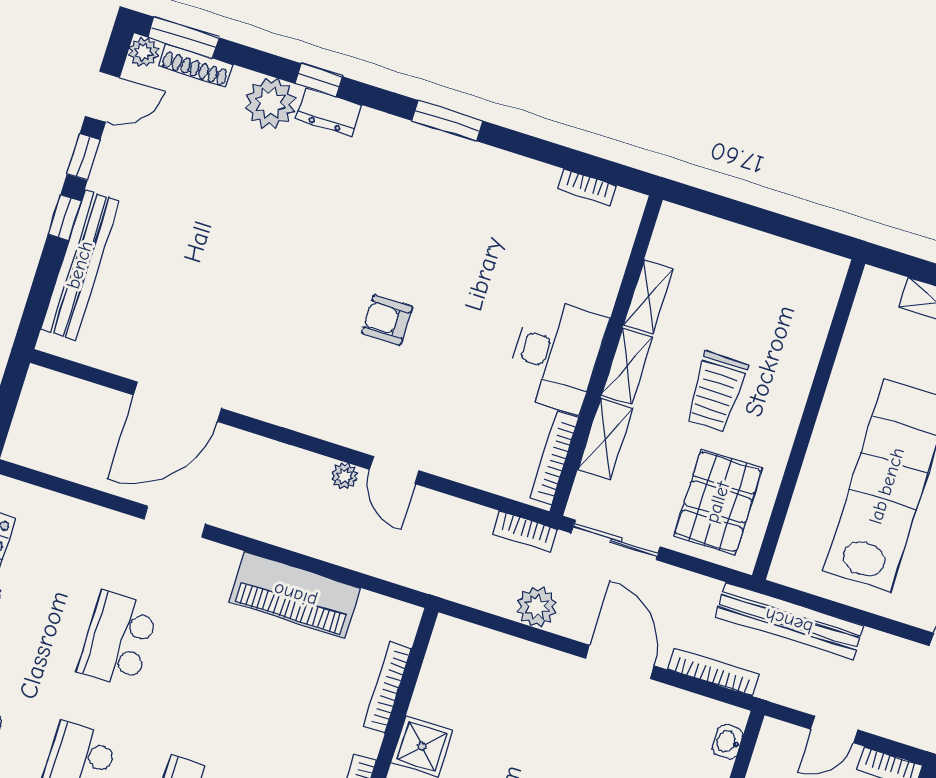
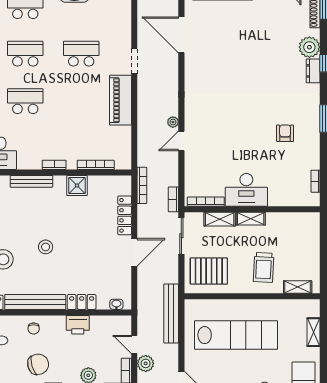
shelving: (648, 297) -> (298, 287), moved
armchair: (387, 320) -> (285, 133), moved
trolley: (716, 392) -> (264, 267), moved, turned -87
door: (178, 402) -> (181, 35), moved
piano: (295, 595) -> (120, 100), moved
plant: (537, 607) -> (146, 363), moved
locker: (526, 657) -> (125, 215), added
bookcase: (713, 672) -> (142, 185), moved

